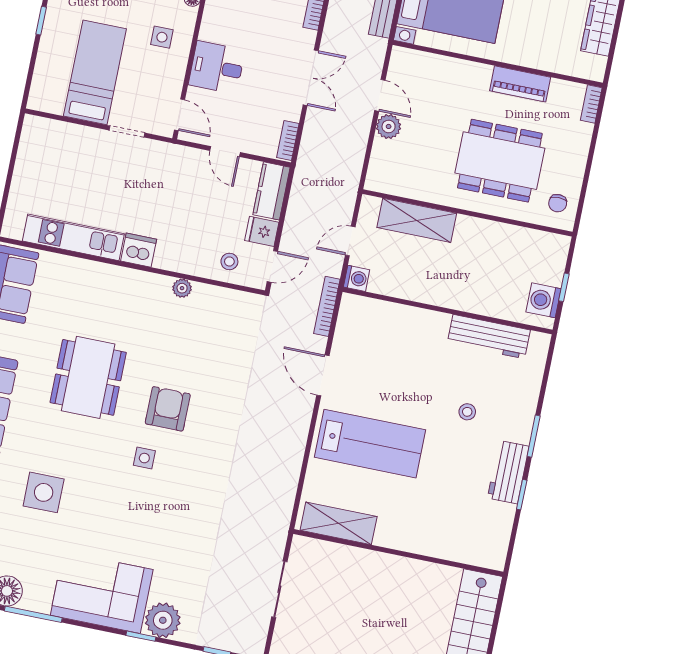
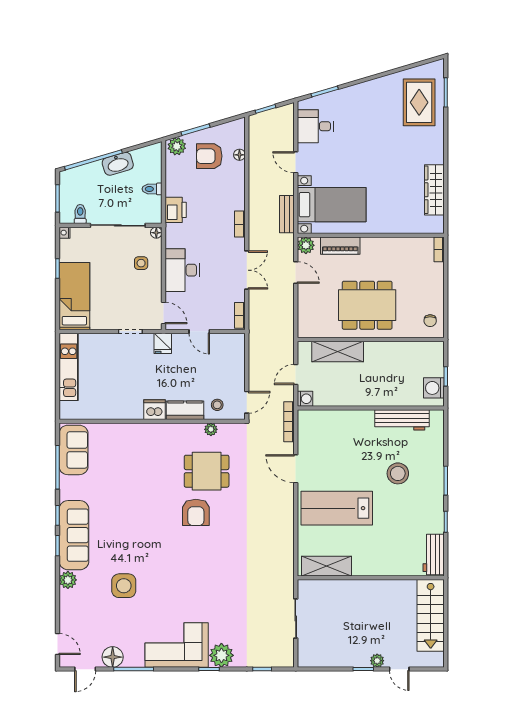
desk: (217, 67) -> (182, 270), width x1.37
bed: (95, 72) -> (74, 296), moved
piano: (520, 84) -> (340, 246), moved
plant: (389, 126) -> (306, 245), moved
dining table: (500, 161) -> (367, 305), moved
kitchen counter: (271, 191) -> (185, 410), moved, turned 90
fridge: (262, 231) -> (163, 343), moved, turned -90
kitchen unit: (73, 237) -> (69, 367), moved, turned 90
plant: (182, 288) -> (211, 429), moved
dining table: (88, 377) -> (207, 471), moved, width x0.73
armchair: (168, 409) -> (196, 512), turned 180
stool: (467, 412) -> (398, 473), width x1.89, depth x1.89
lab bench: (370, 444) -> (337, 508), turned 180
side table: (144, 458) -> (187, 549), removed
workbench: (508, 472) -> (434, 555), moved

